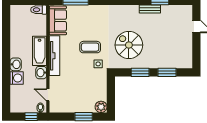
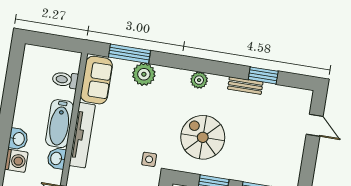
toilet: (39, 10) -> (65, 80), moved
plant: (121, 10) -> (199, 80), added
plant: (86, 12) -> (144, 74), added
coffee table: (90, 47) -> (141, 131), removed

